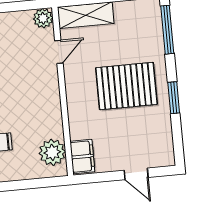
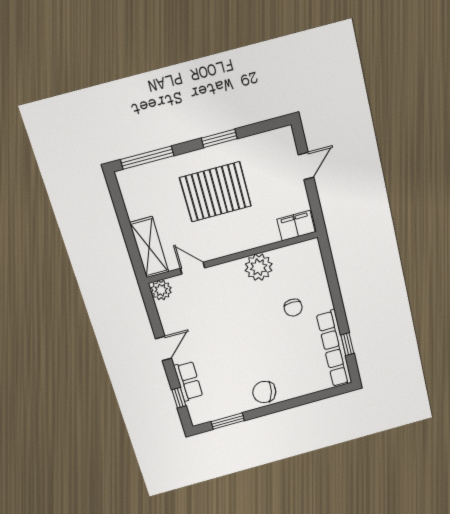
pallet: (126, 86) -> (216, 192), turned 90
plant: (52, 152) -> (259, 267), moved

